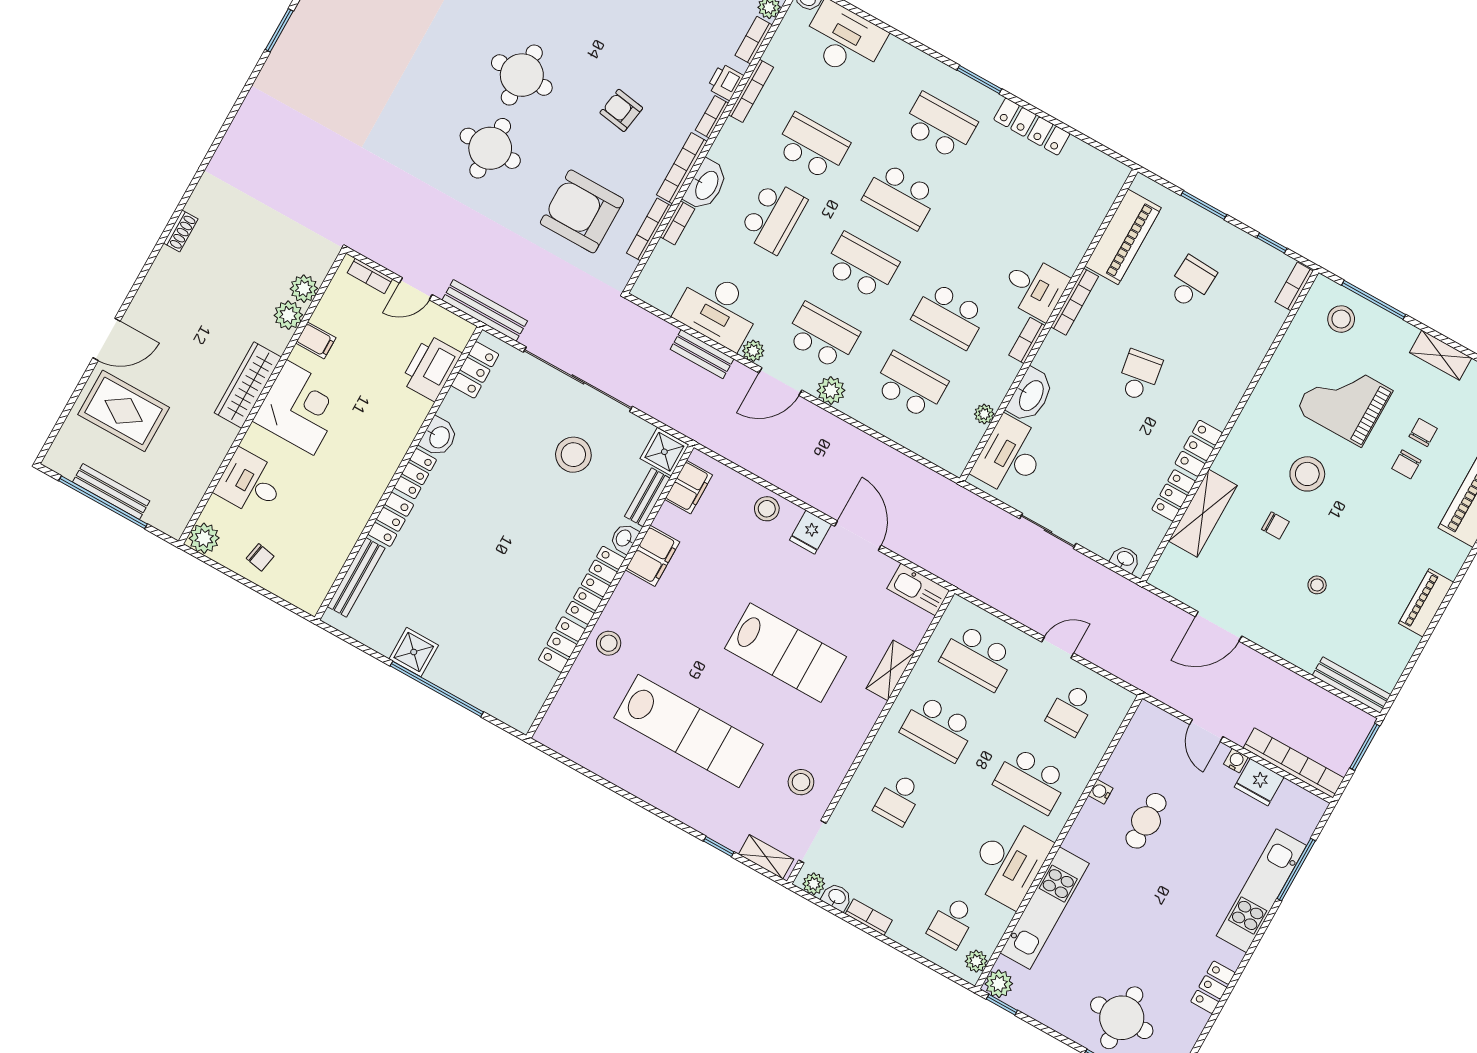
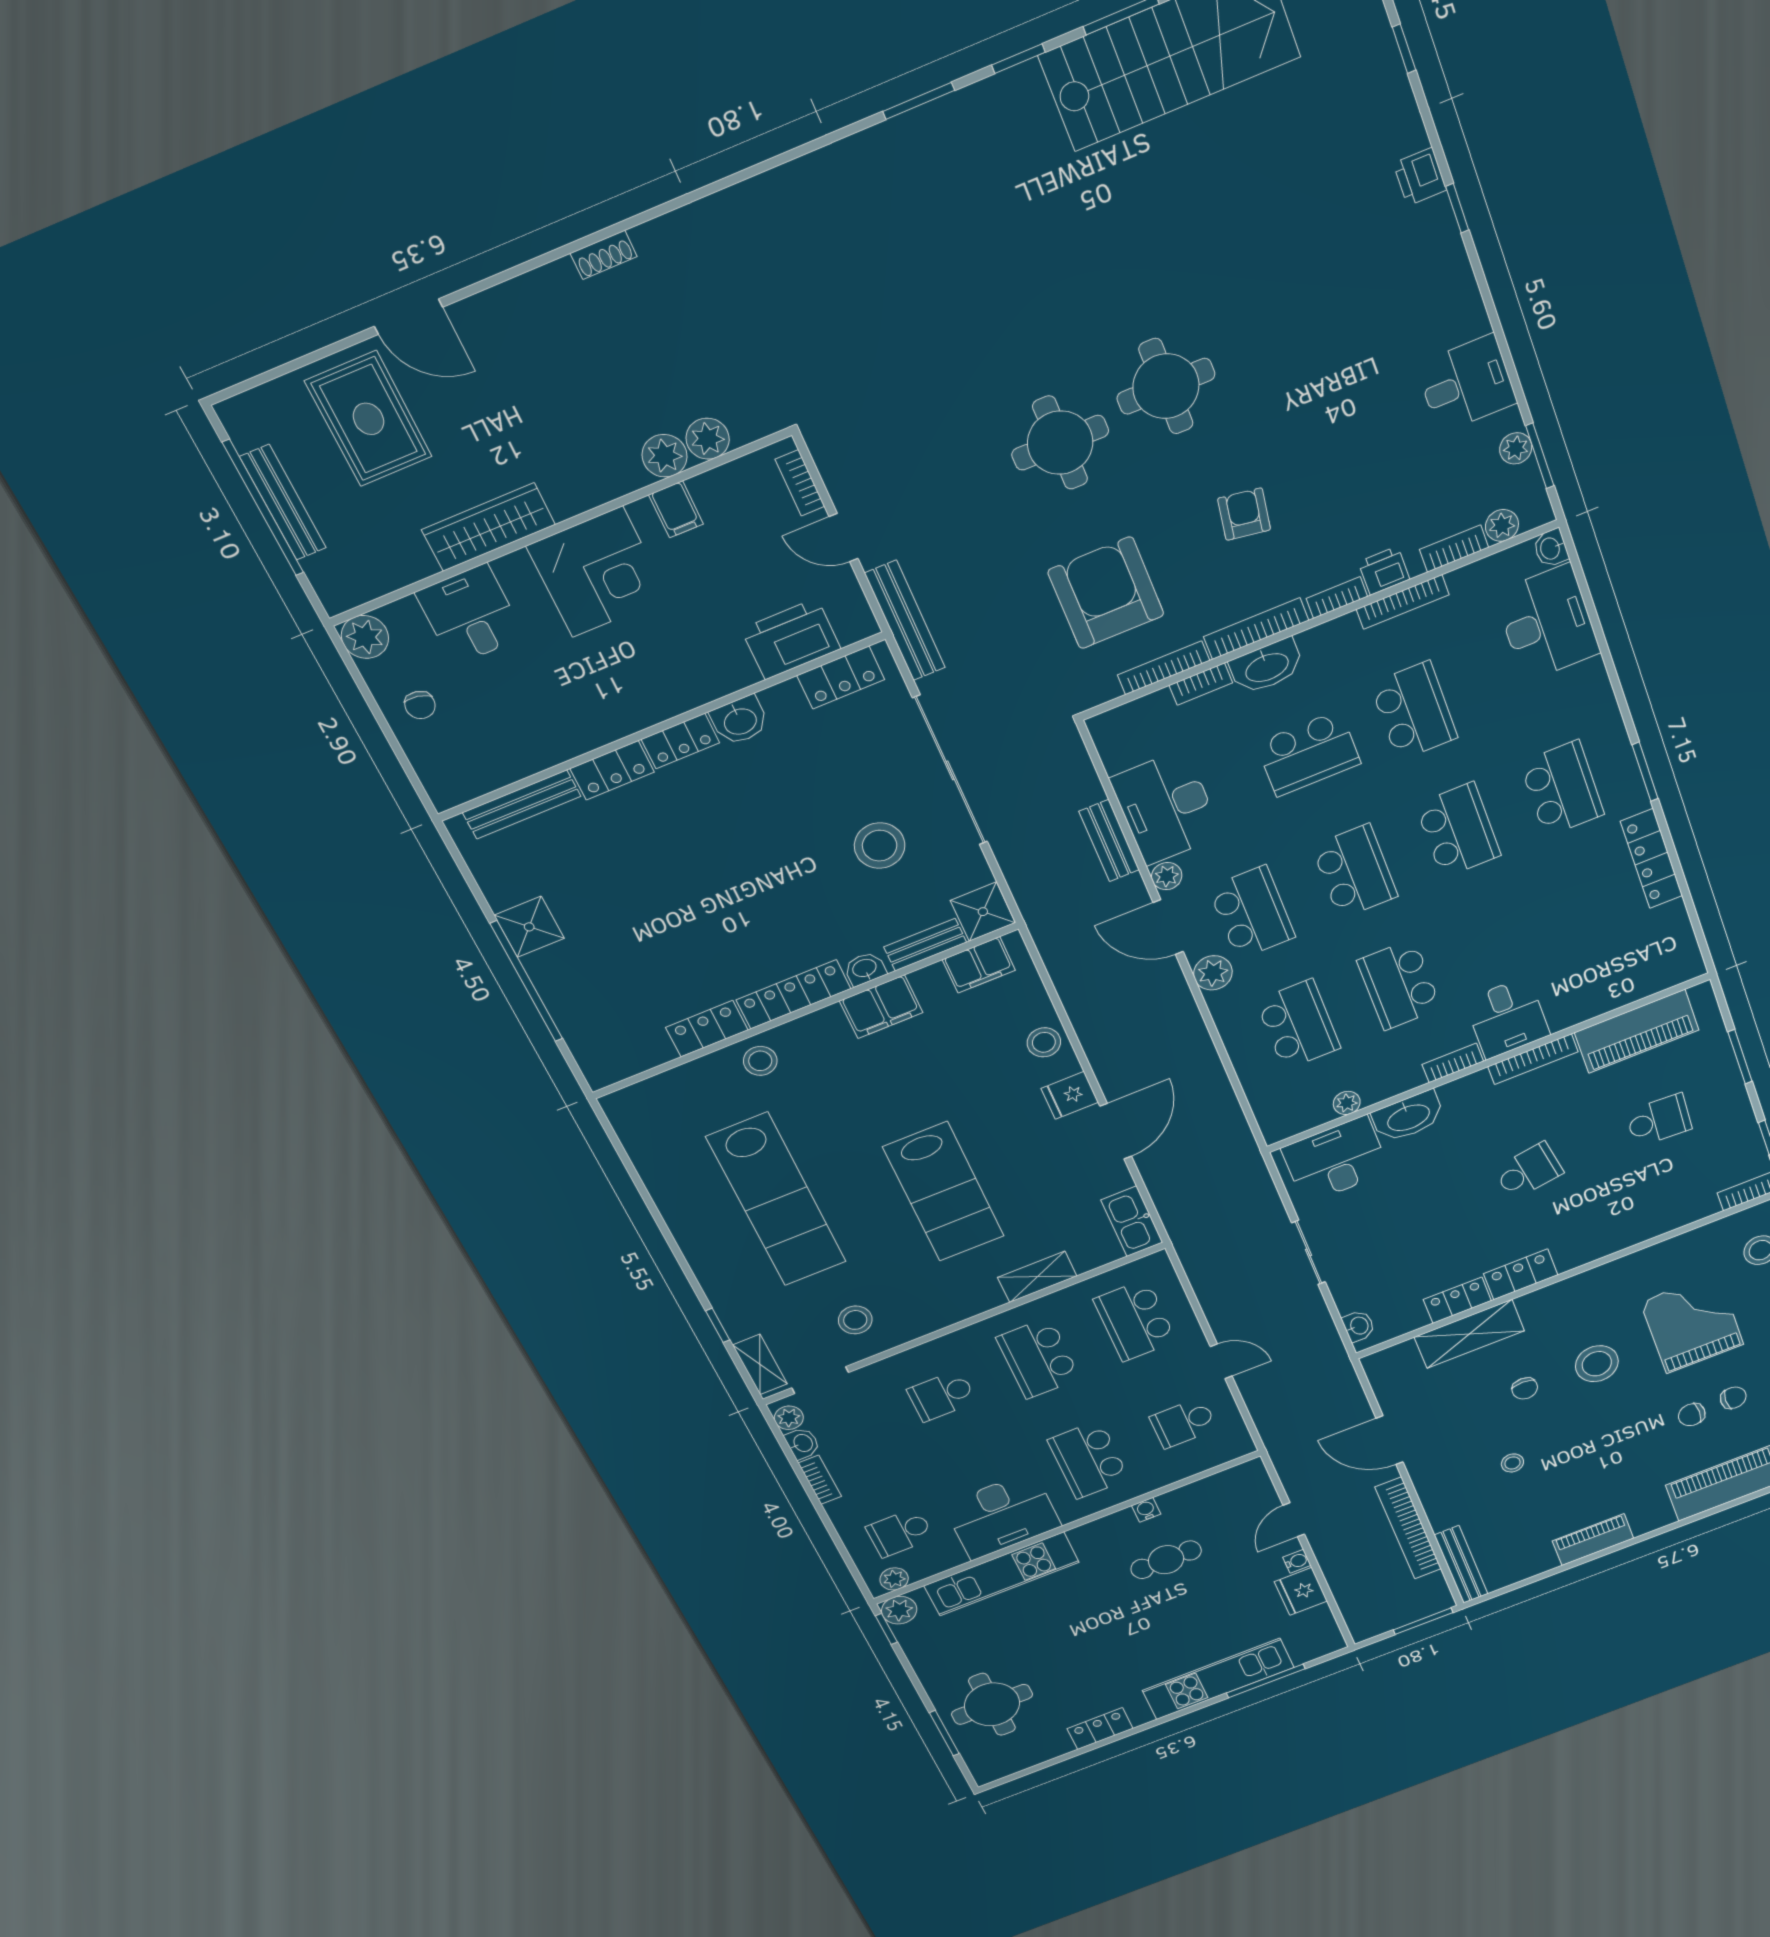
school desk: (900, 196) -> (1458, 830), turned 180
wardrobe: (248, 385) -> (488, 527), moved
bookcase: (1294, 763) -> (1408, 1528), moved, turned 180

